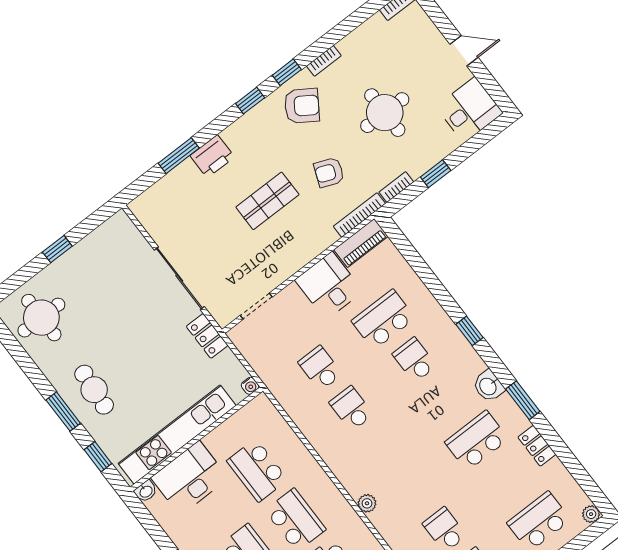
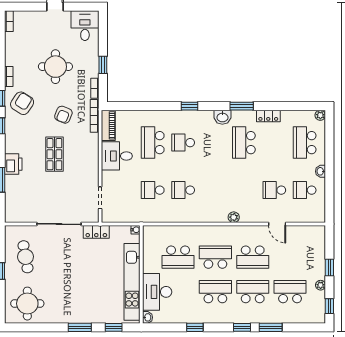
cafe table: (94, 390) -> (25, 257), moved, turned 75

